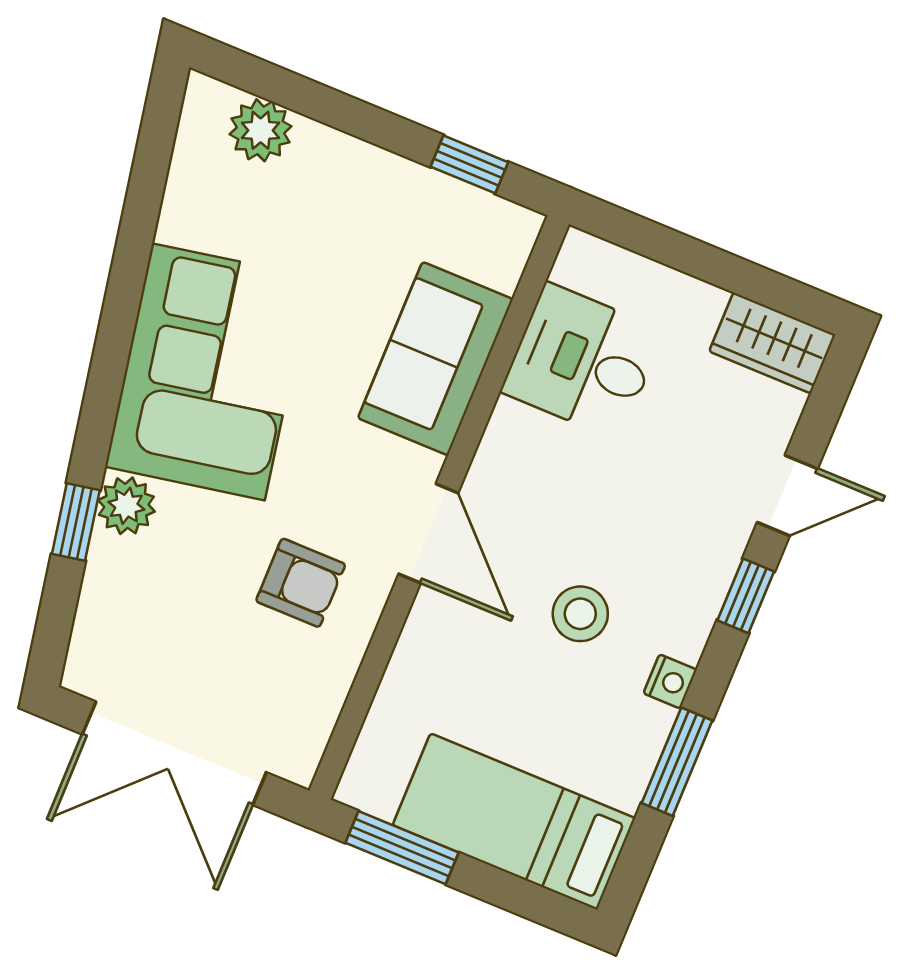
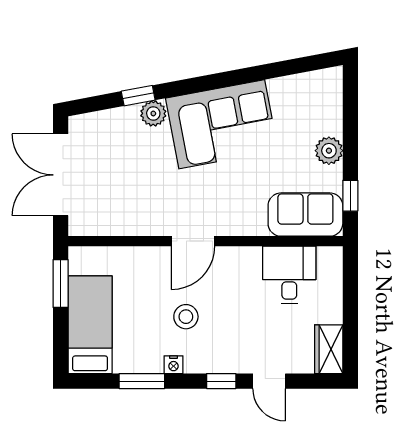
plant: (261, 130) -> (329, 151), moved
sofa: (435, 359) -> (305, 215), moved
armchair: (301, 583) -> (151, 198), removed

